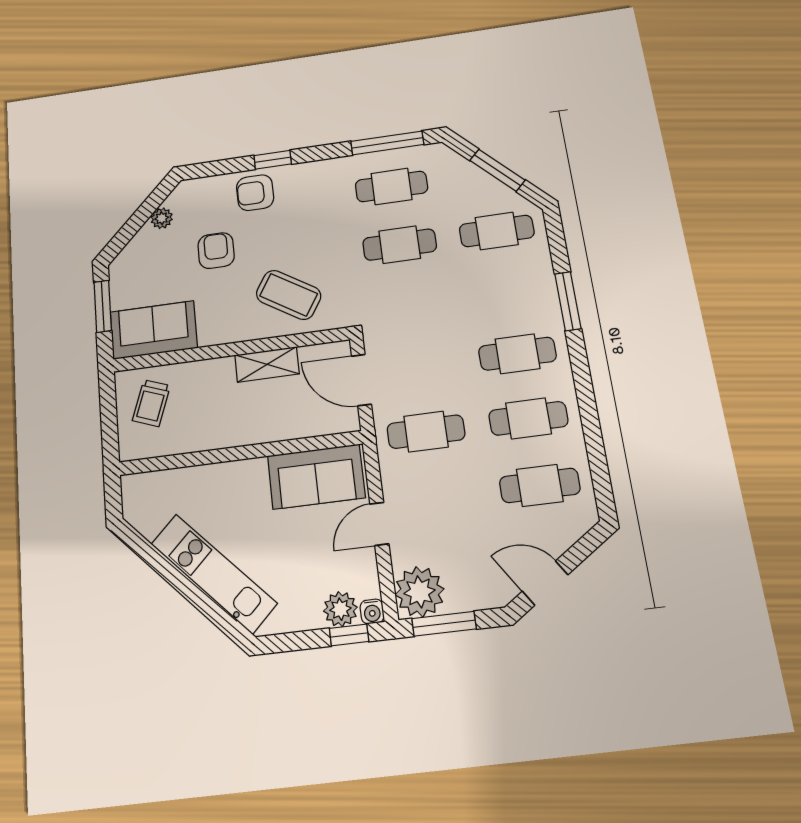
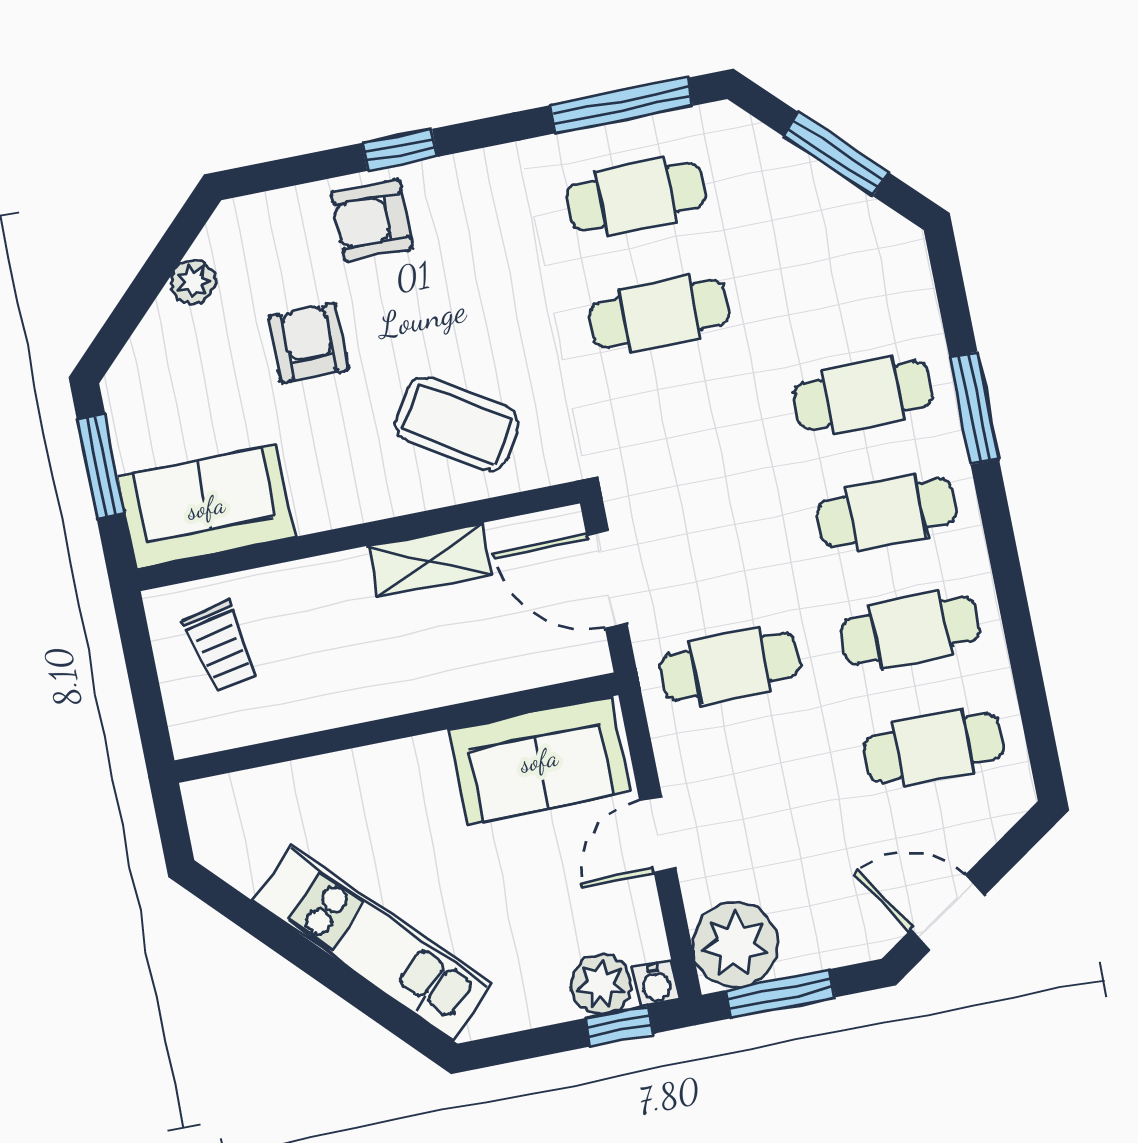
cafe table: (497, 231) -> (863, 395), moved
trolley: (151, 403) -> (220, 647), turned -32

